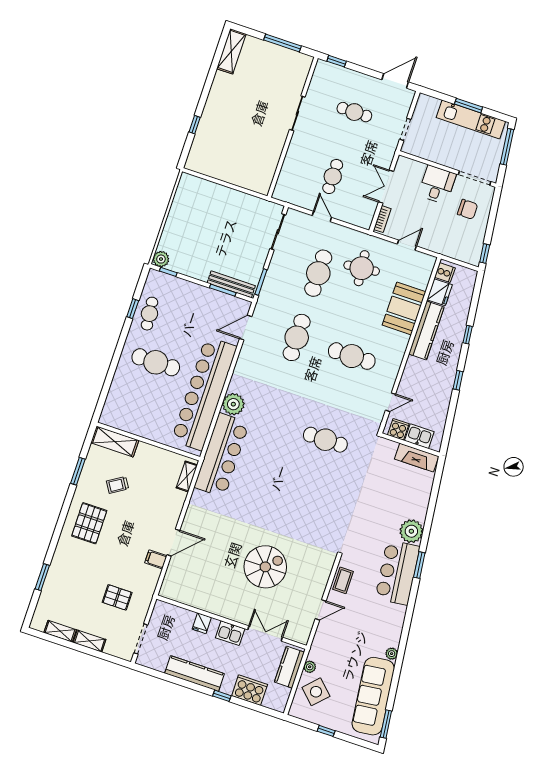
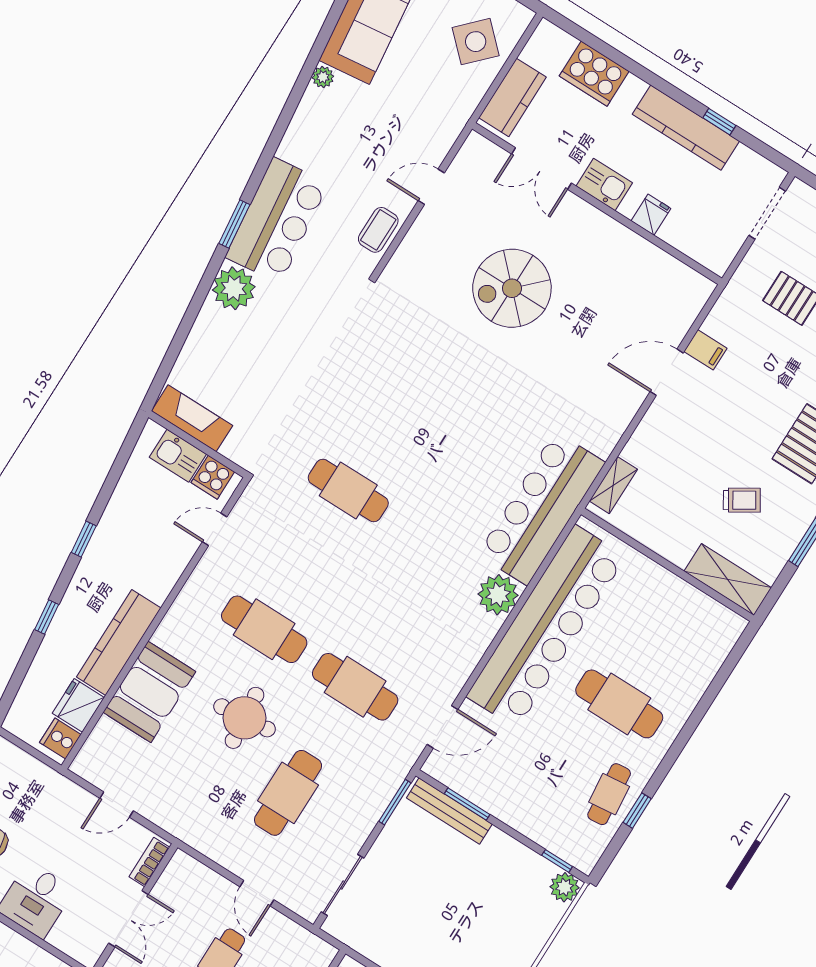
round table: (362, 268) -> (245, 718), moved
cafe table: (297, 337) -> (355, 687), turned 90
plant: (310, 667) -> (476, 89), removed
window: (222, 696) -> (719, 122), moved

